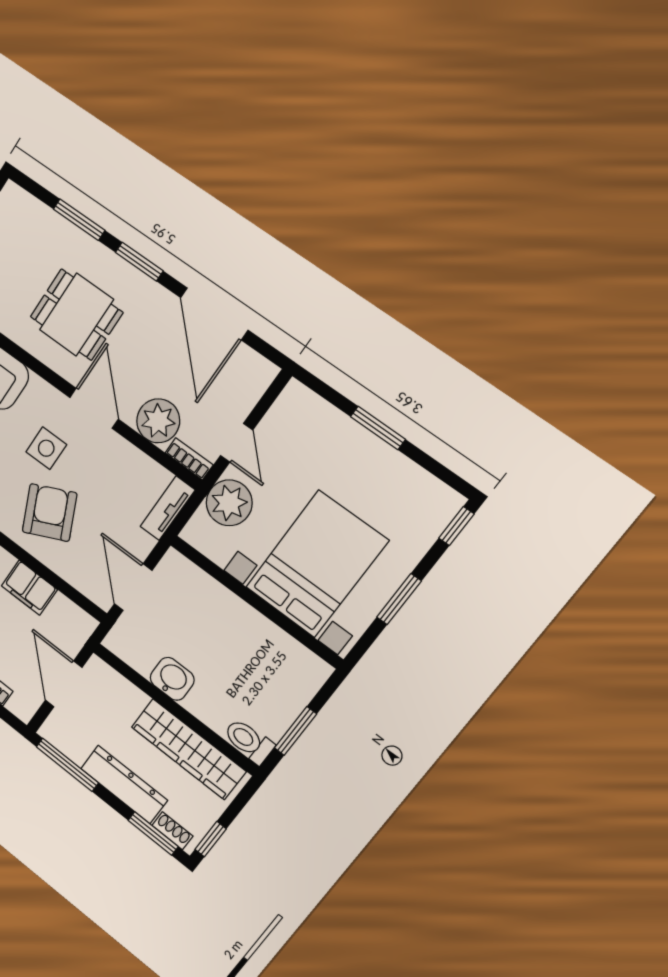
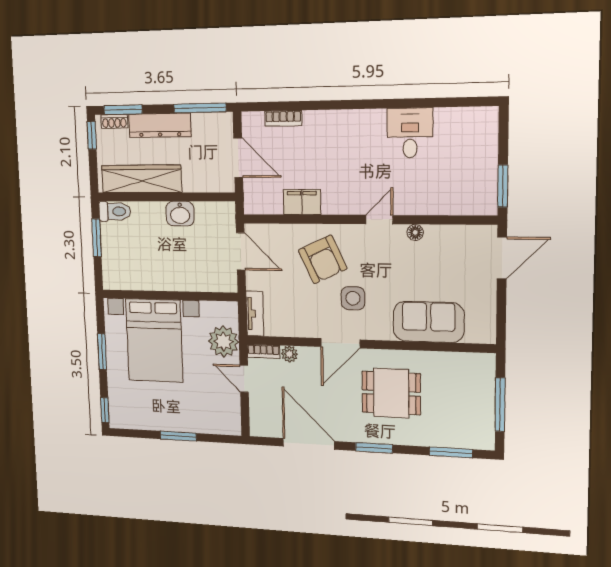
window: (79, 220) -> (451, 452), moved
door: (94, 408) -> (340, 343), hinge flipped
plant: (158, 421) -> (289, 354), width x0.53, depth x0.53

